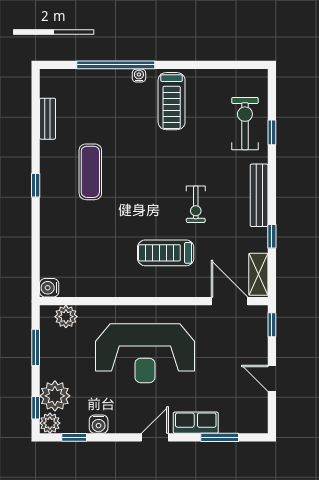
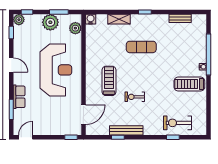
exercise bike: (245, 124) -> (177, 123), turned 180
exercise mat: (90, 172) -> (141, 47), moved
bench: (259, 195) -> (126, 130), moved
shelving: (258, 274) -> (119, 19), moved
reception desk: (145, 353) -> (56, 70), turned 180
door: (272, 378) -> (26, 137), moved
plant: (55, 396) -> (50, 22), moved
water cooler: (99, 424) -> (18, 45), removed
door: (155, 437) -> (11, 65), moved

